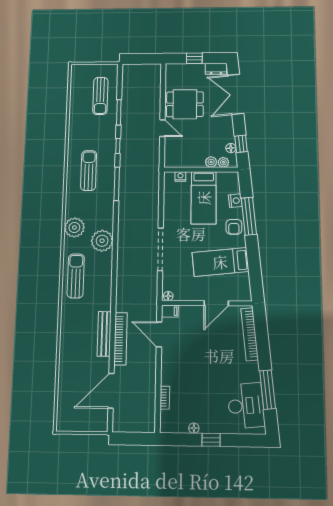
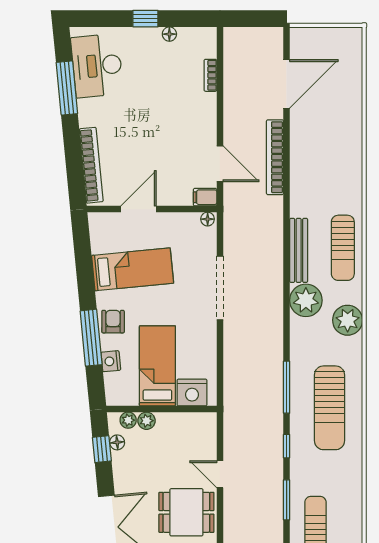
sun lounger: (89, 171) -> (329, 408), width x1.36, depth x1.34
nightstand: (180, 176) -> (192, 392), width x1.89, depth x1.79
bench: (104, 334) -> (299, 250), moved

